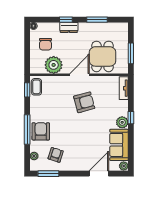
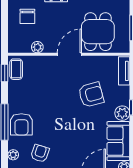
plant: (54, 65) -> (37, 47), width x0.53, depth x0.53
armchair: (84, 102) -> (91, 95), moved
armchair: (41, 131) -> (21, 124), turned 180

